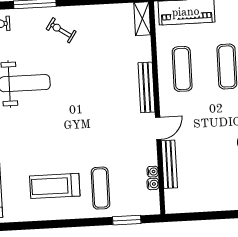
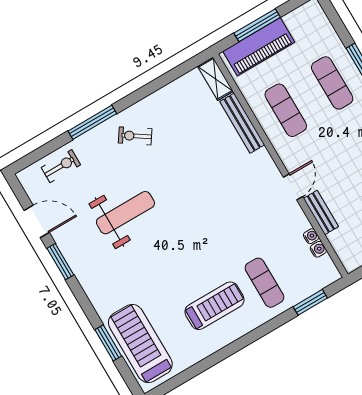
bench: (146, 87) -> (242, 123), moved
bench: (169, 164) -> (321, 213), width x0.73
treadmill: (55, 186) -> (214, 306), turned 180

